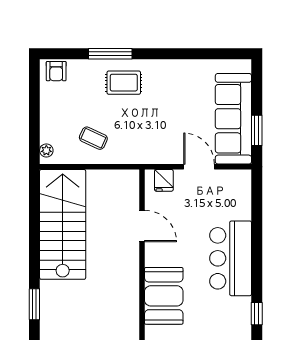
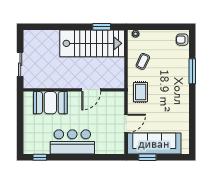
rug: (124, 83) -> (141, 92), moved
fridge: (164, 180) -> (118, 103), removed
window: (34, 304) -> (102, 27), moved

